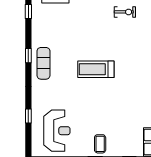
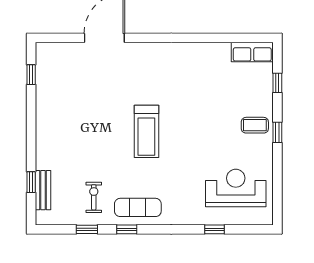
window: (28, 12) -> (87, 229), moved
exercise bike: (125, 12) -> (94, 197), moved

